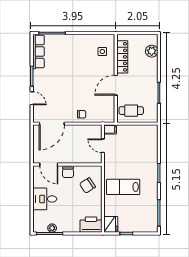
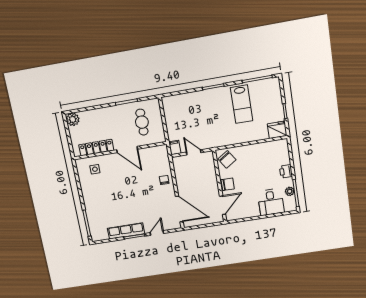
row of seats: (38, 51) -> (126, 231), moved
plant: (152, 51) -> (73, 119), moved
cafe table: (131, 111) -> (142, 122), moved
door: (103, 146) -> (194, 152), swing flipped
chair: (87, 185) -> (227, 159), moved
lab bench: (123, 187) -> (242, 104), moved
desk: (45, 199) -> (271, 202), moved
printer: (91, 225) -> (286, 171), moved, width x0.53, depth x0.68

